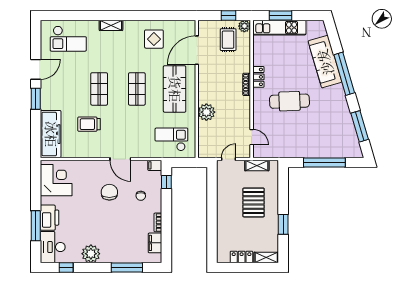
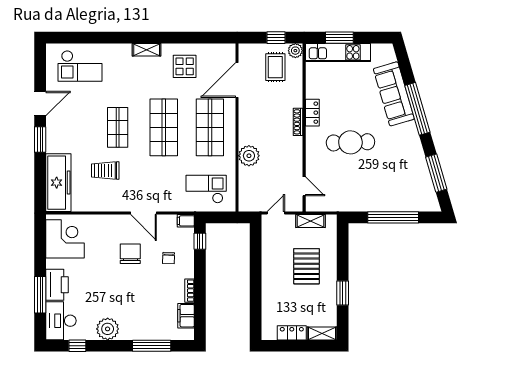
shelving: (111, 25) -> (147, 50), moved
shop shelf: (137, 89) -> (164, 127), width x1.43, depth x1.36

